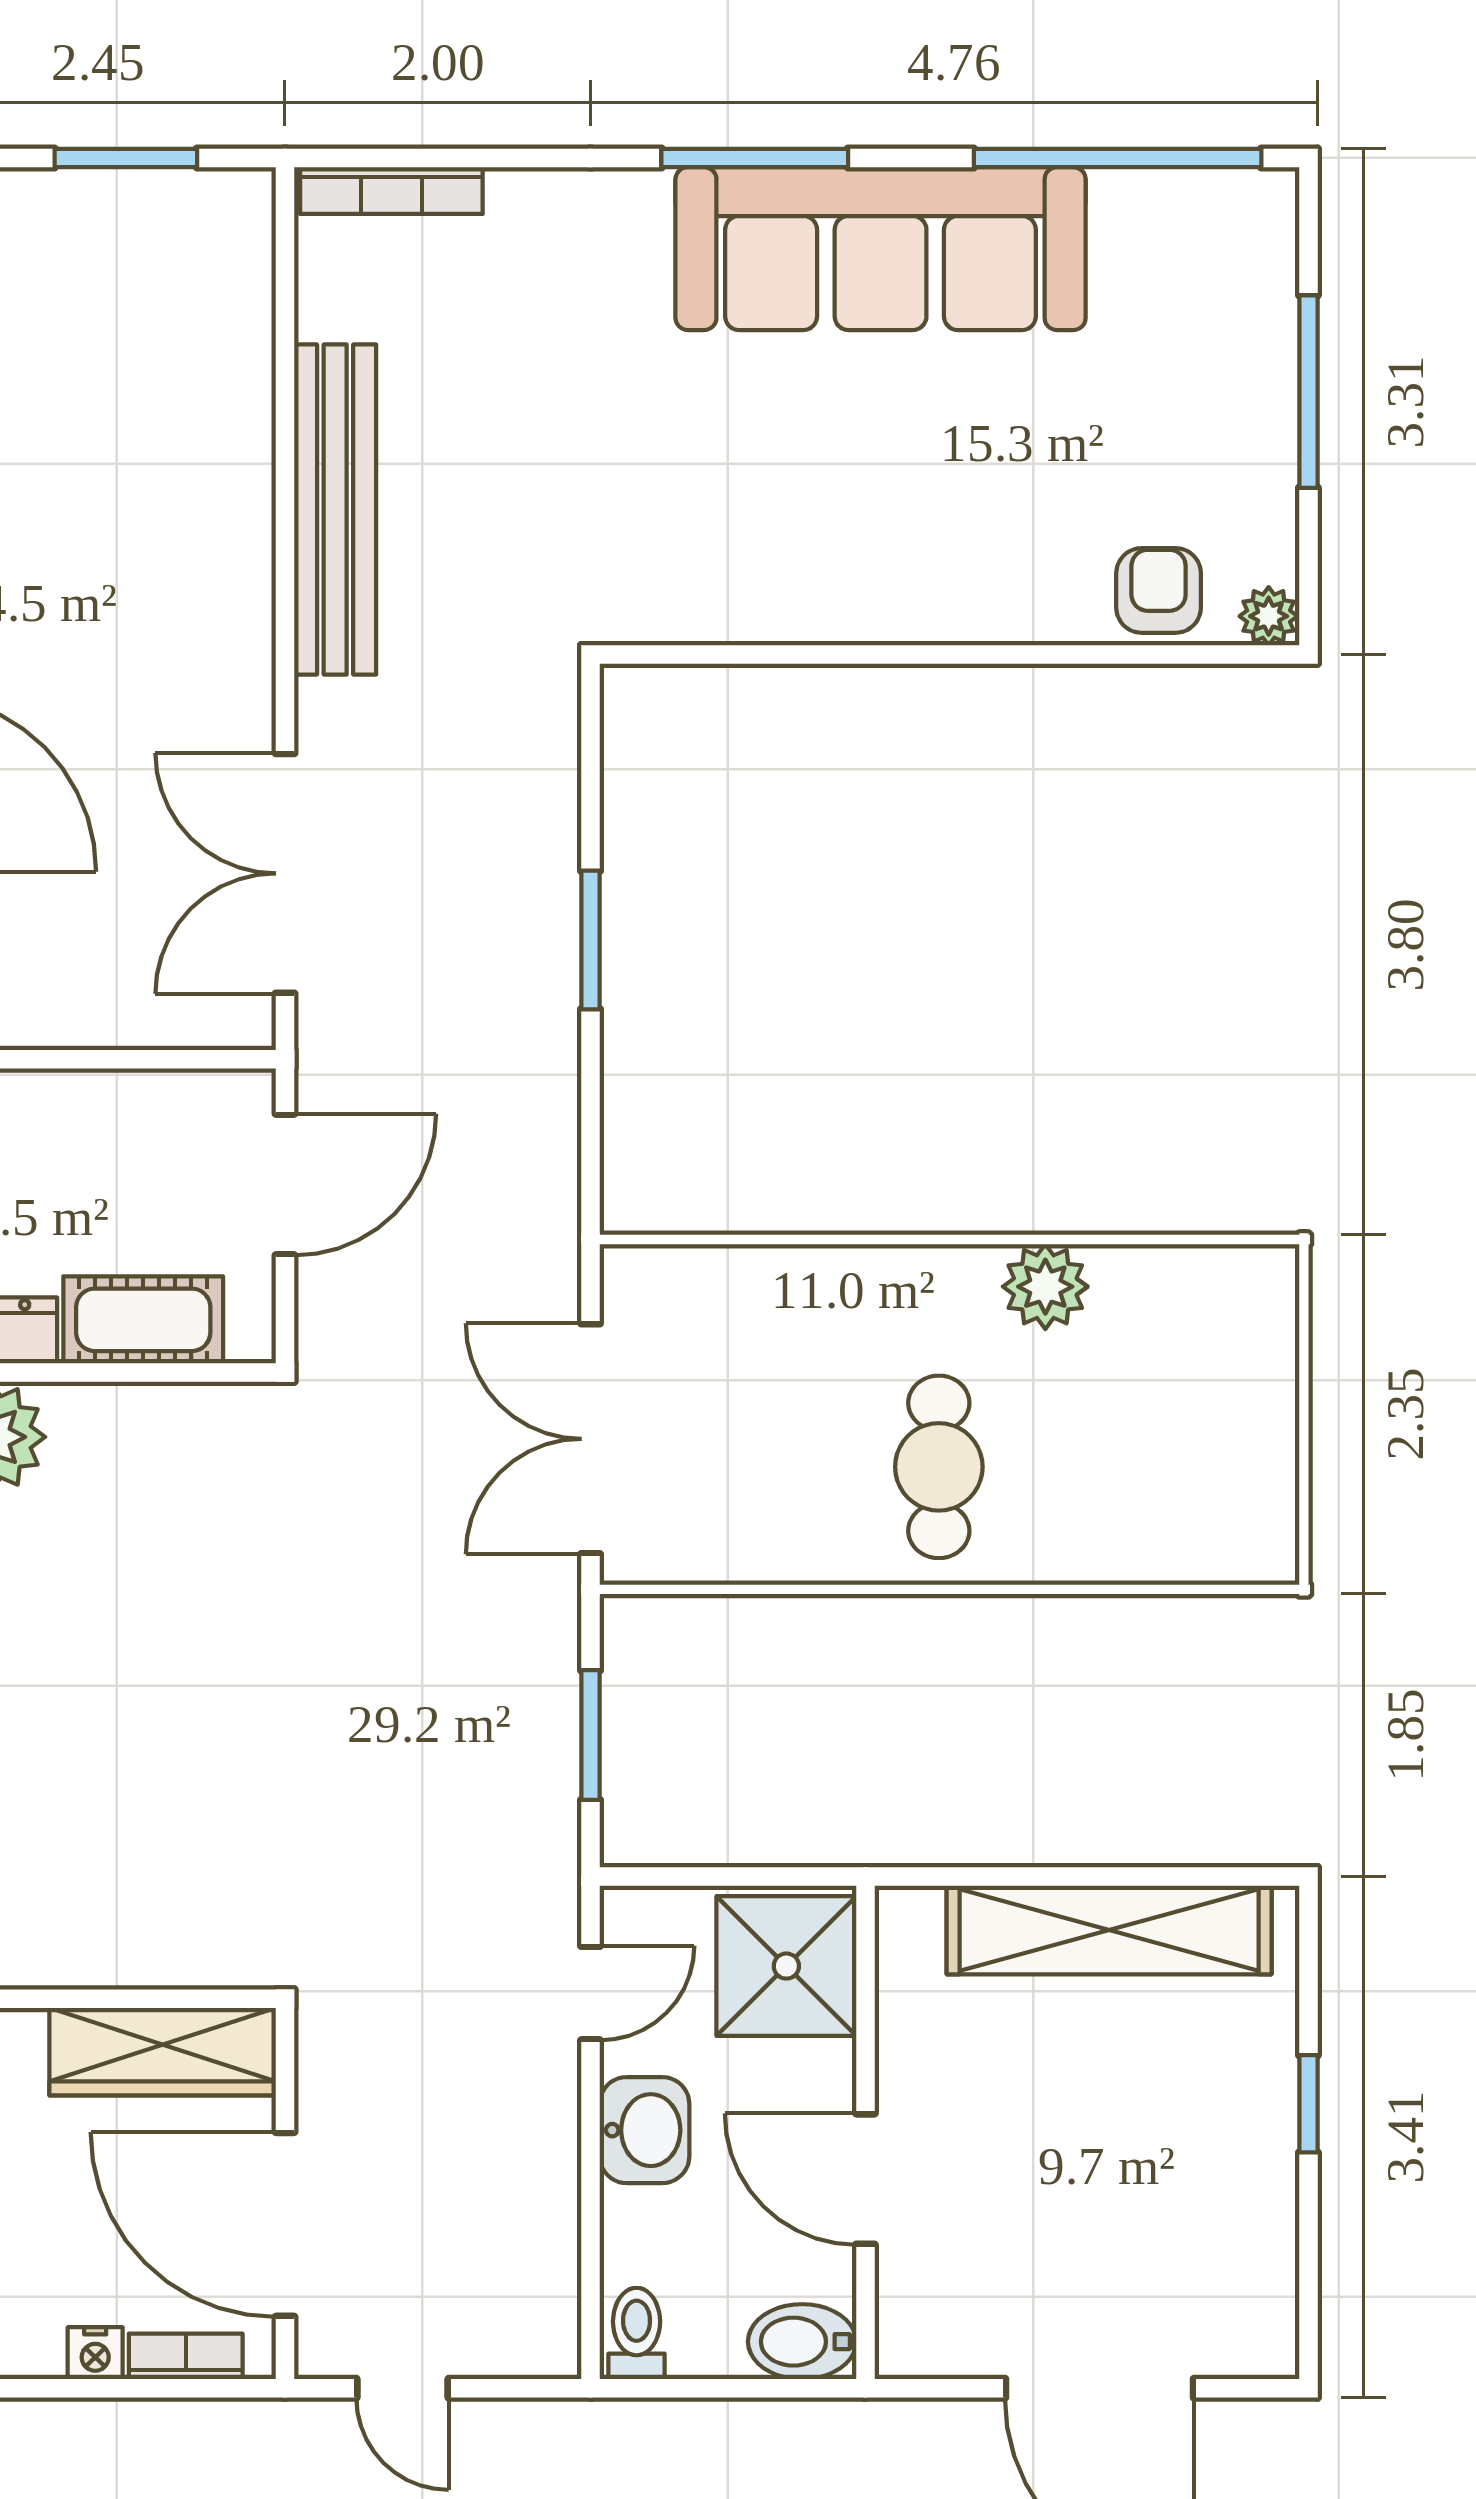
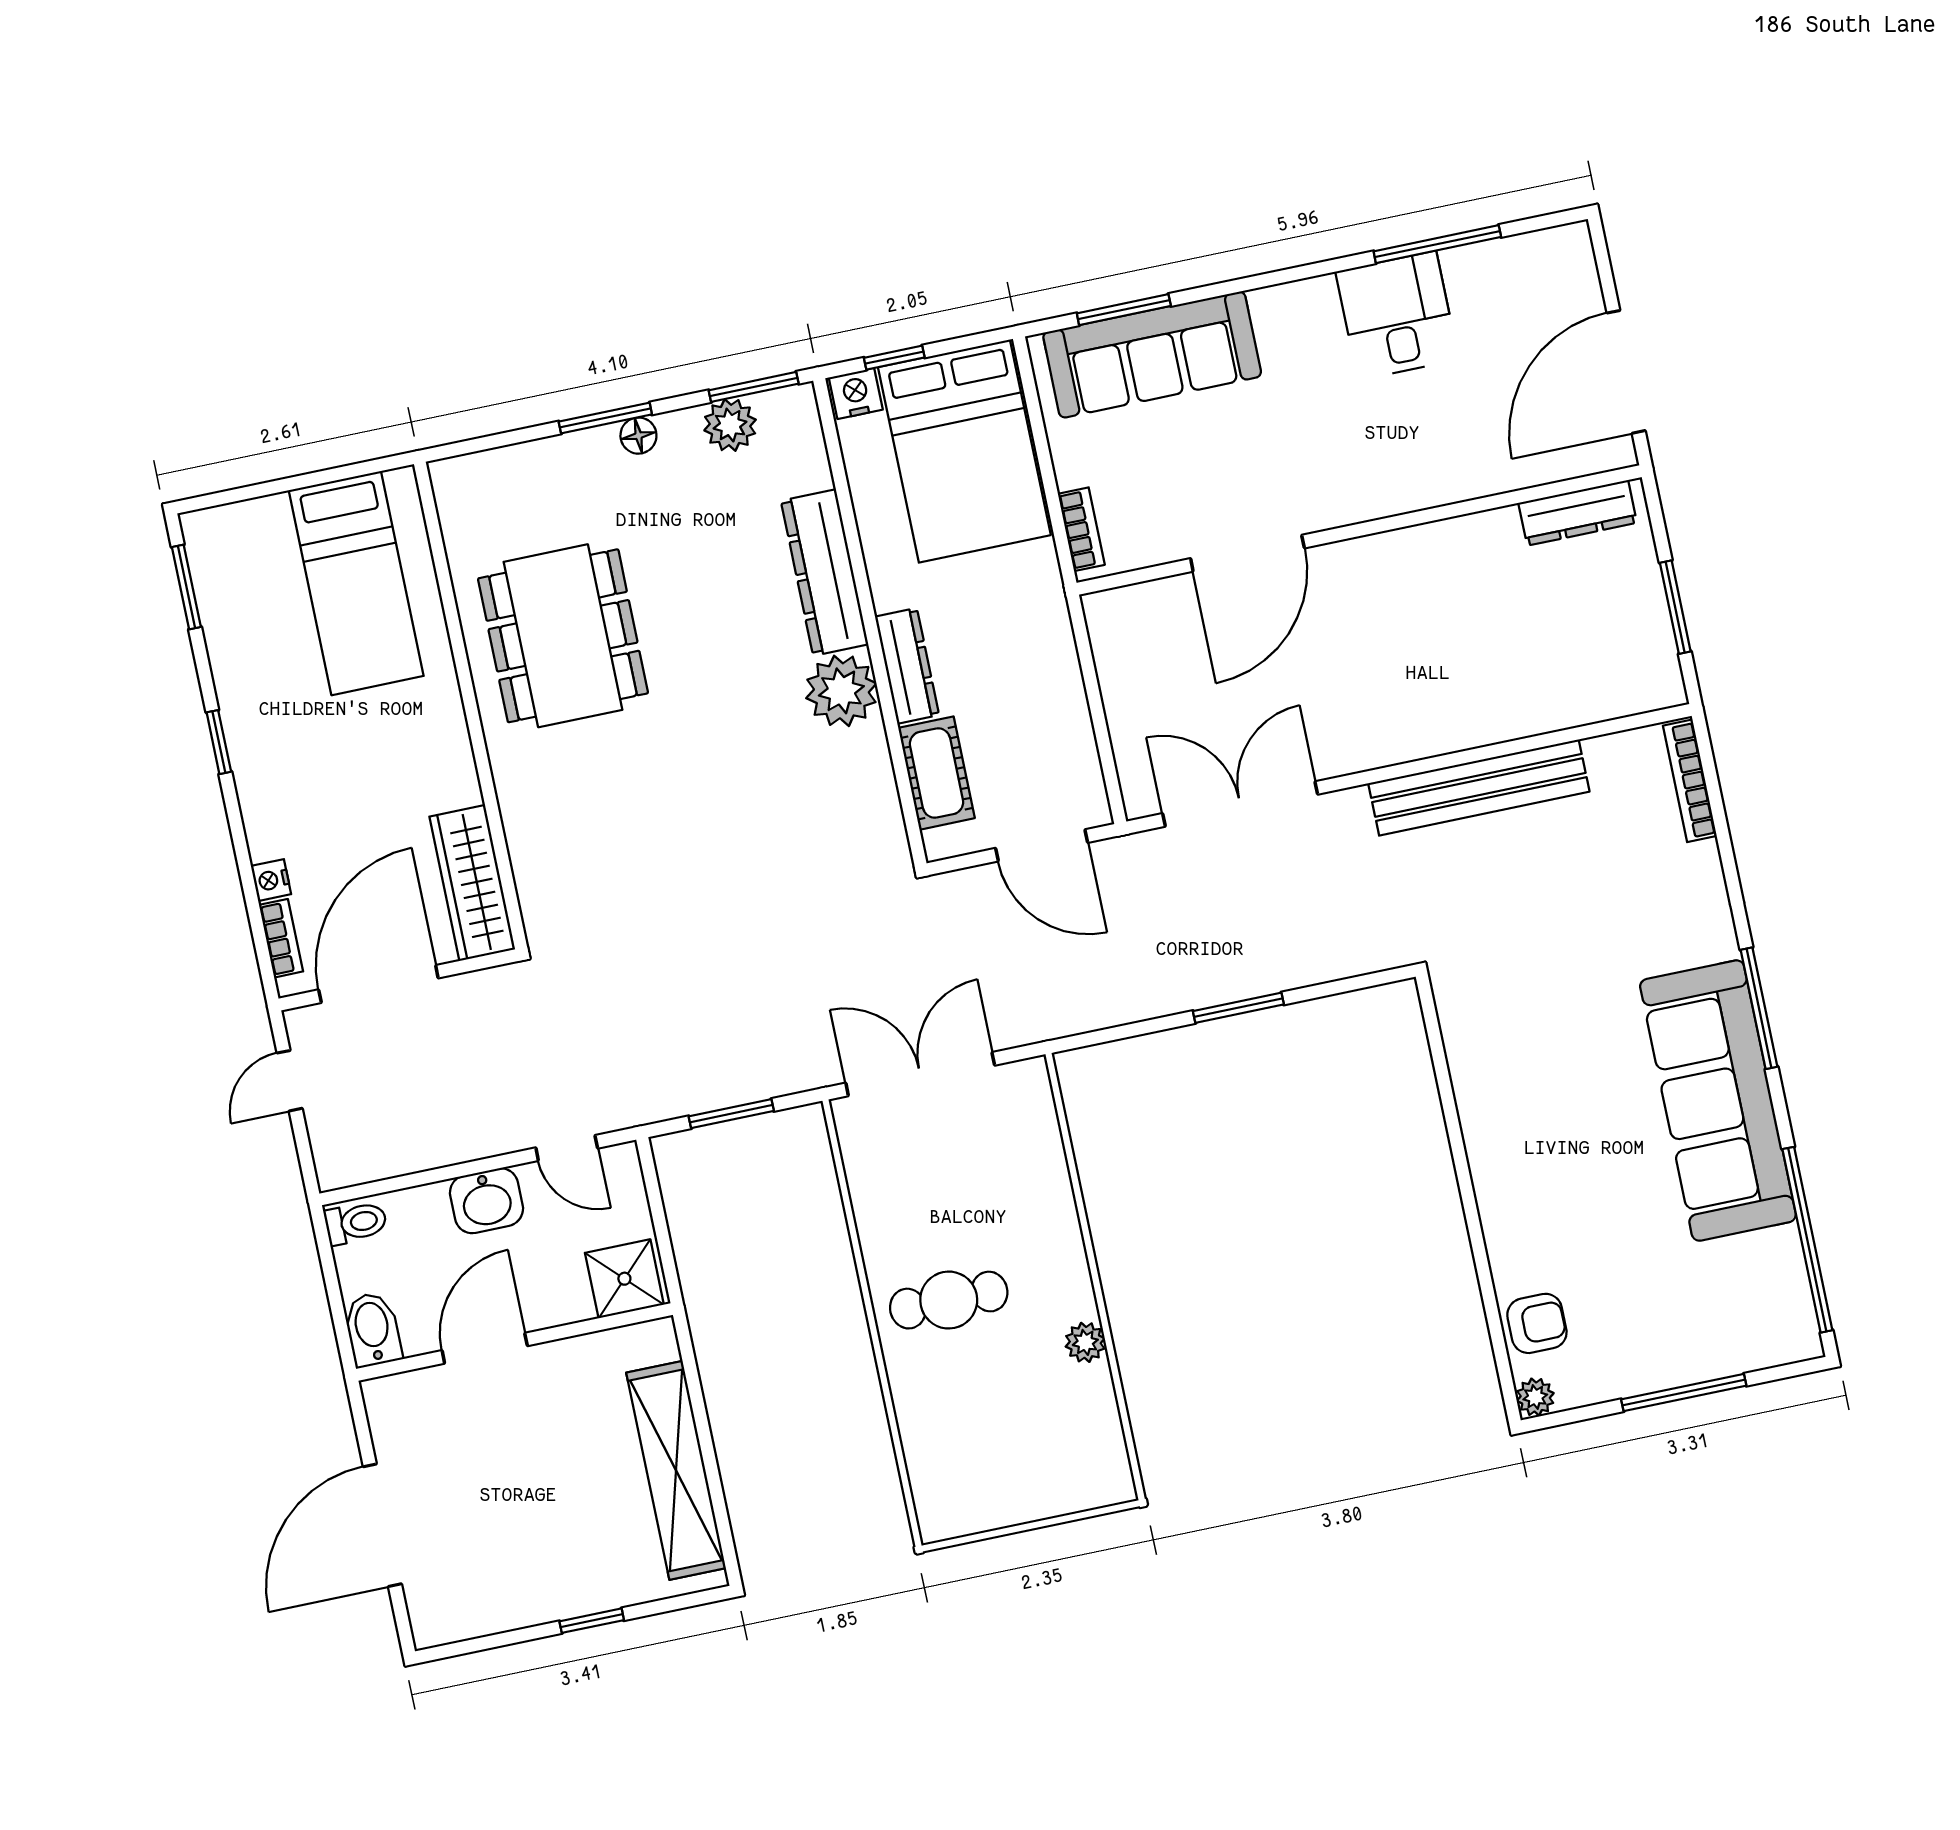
plant: (1045, 1287) -> (1085, 1342), width x0.73, depth x0.73
shower: (786, 1966) -> (624, 1279), width x0.73, depth x0.73

